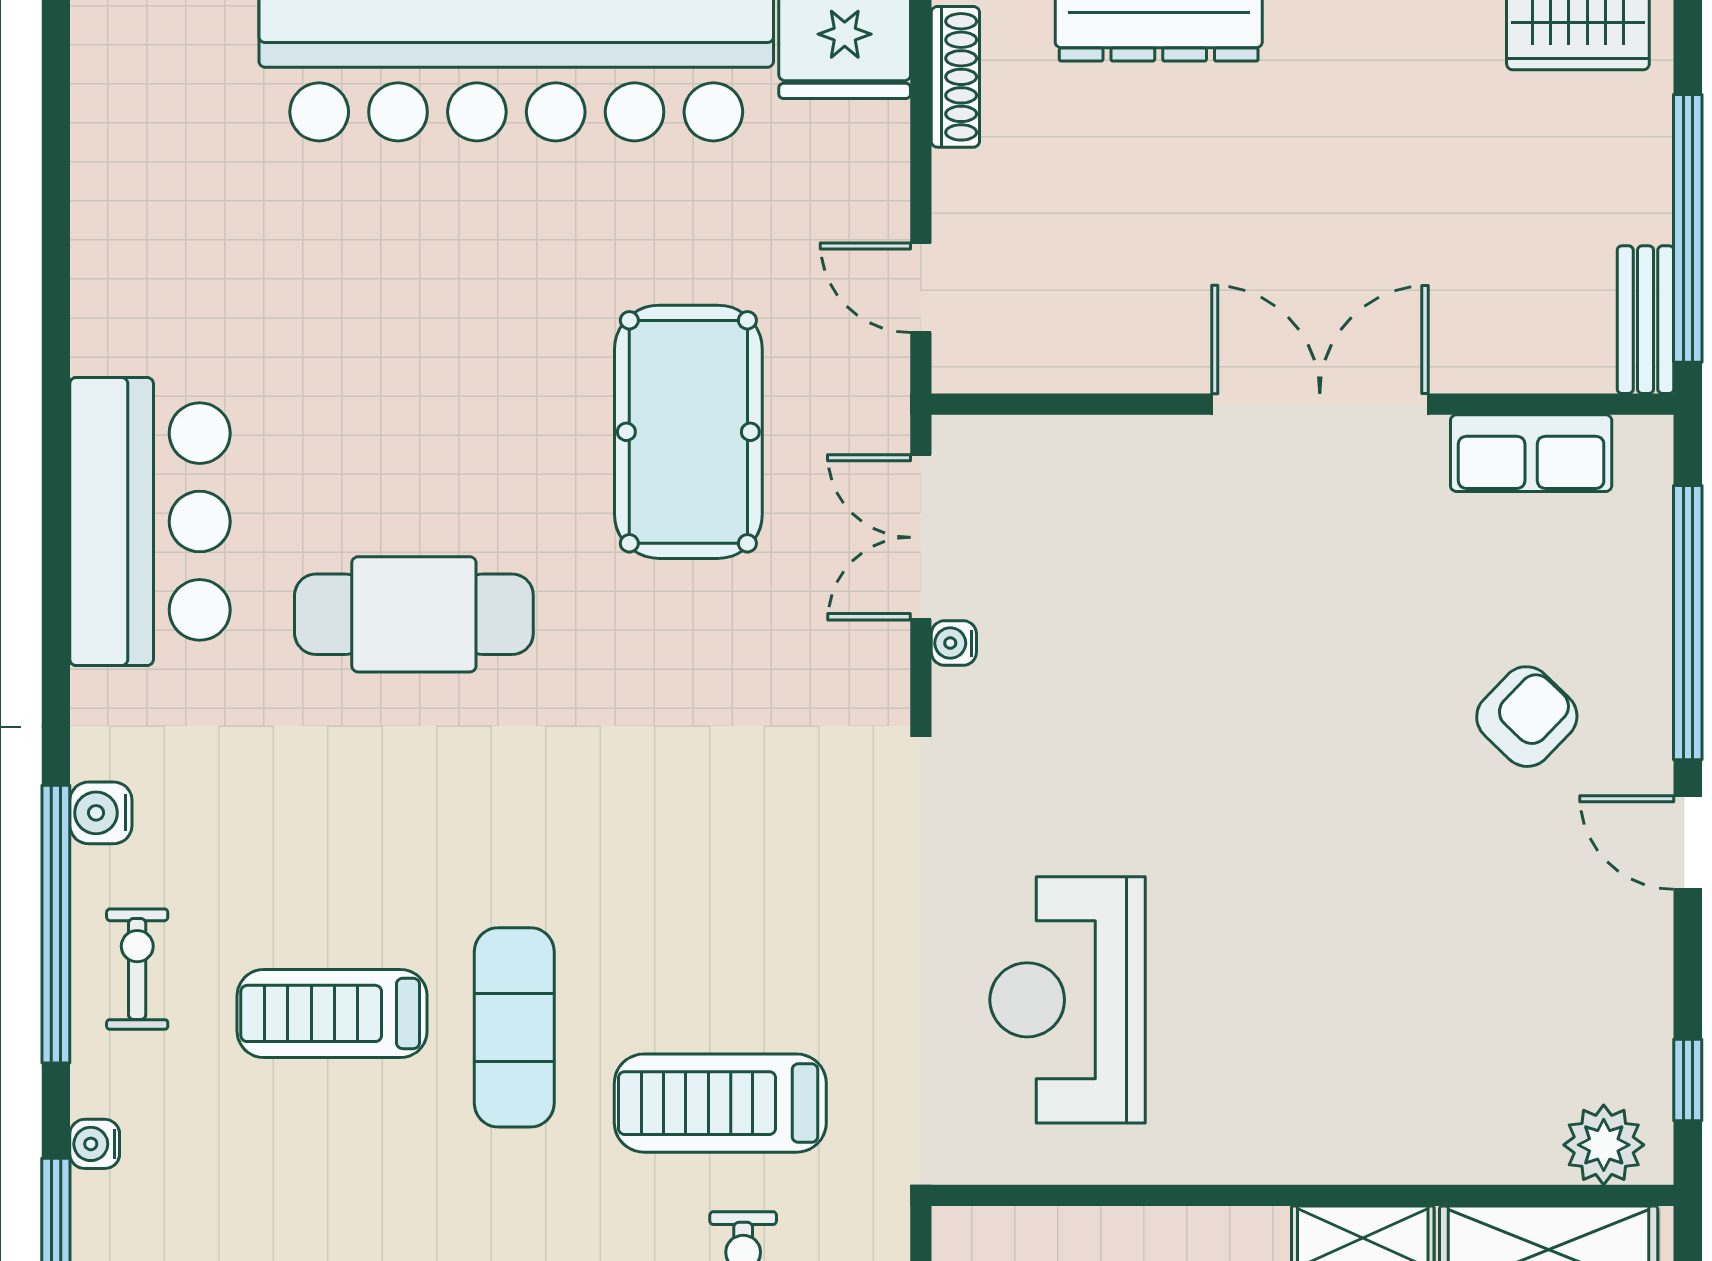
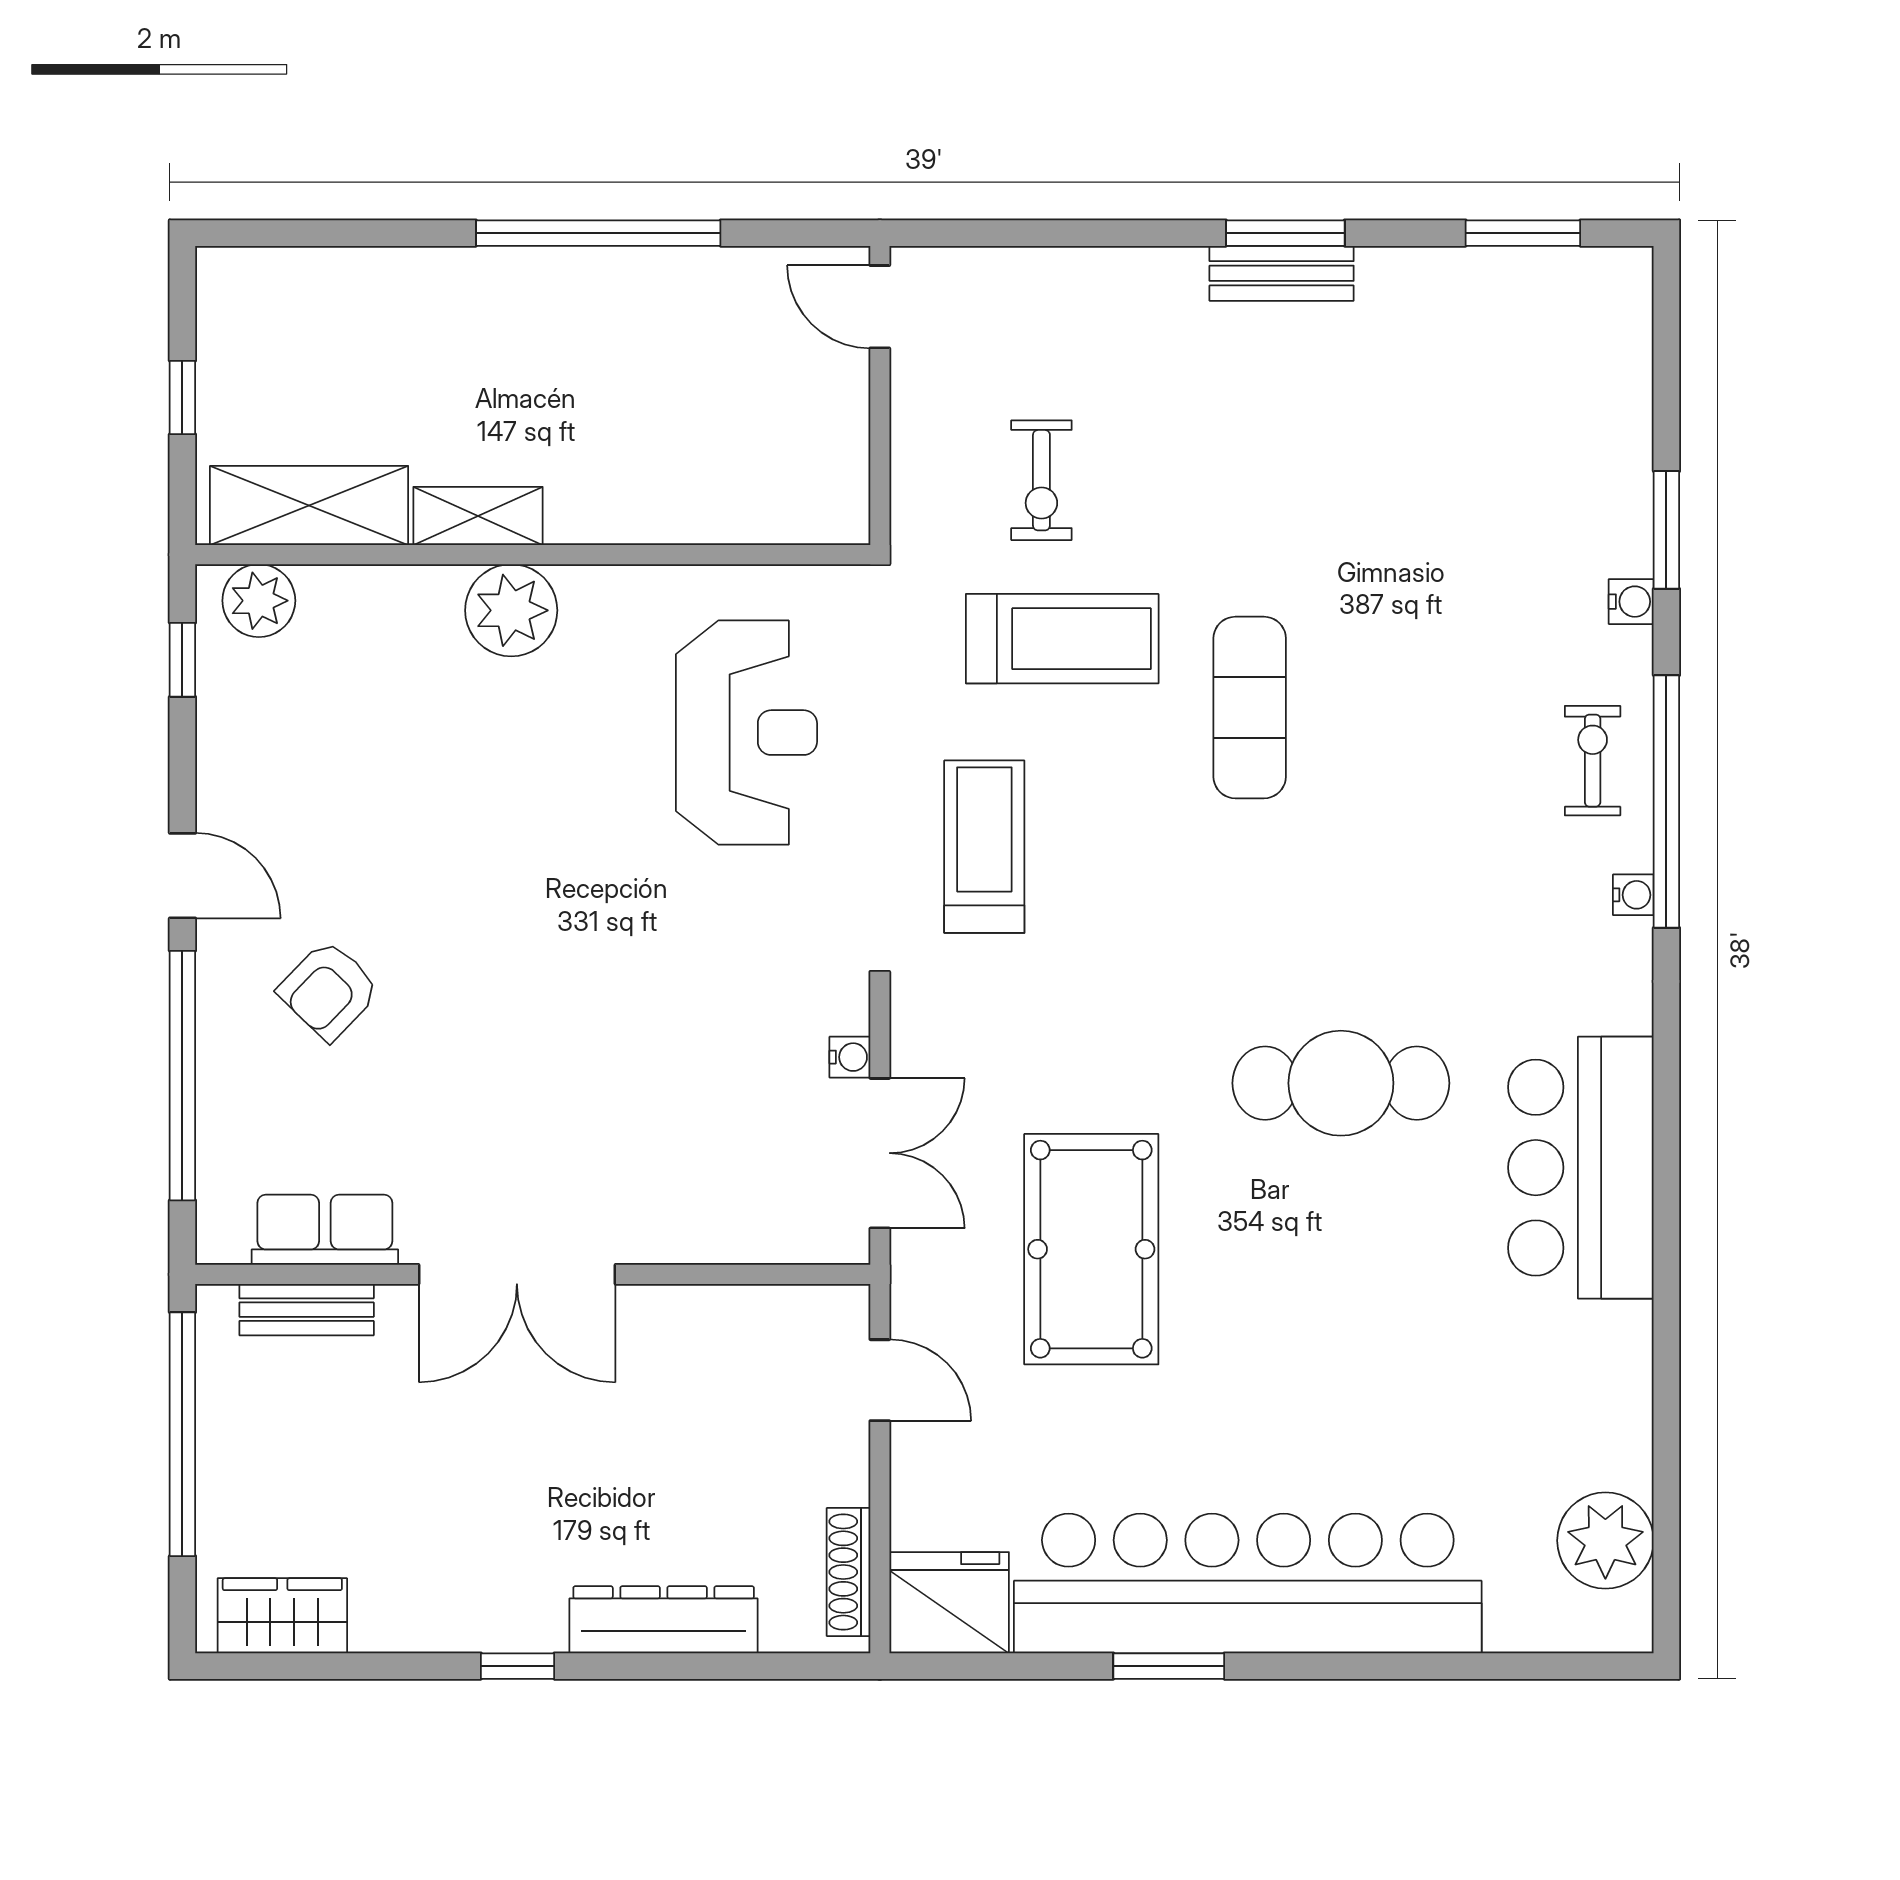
plant: (123, 111) -> (1605, 1541), added
bench: (1646, 320) -> (307, 1310), moved, turned 90
water cooler: (101, 813) -> (1633, 895), width x0.72, depth x0.72
exercise bike: (137, 969) -> (1593, 761), turned 180
treadmill: (332, 1013) -> (984, 847), moved, turned -90
plant: (1326, 1134) -> (511, 610), added

